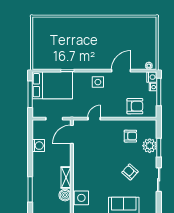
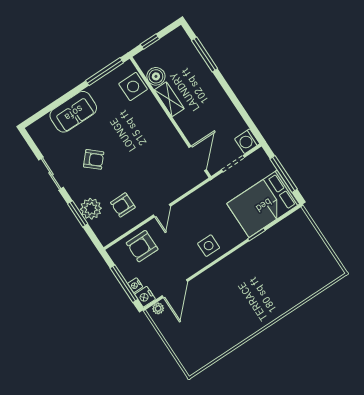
door: (121, 71) -> (175, 289), moved
door: (94, 119) -> (162, 211), moved
washing machine: (38, 146) -> (247, 141), moved

